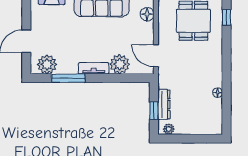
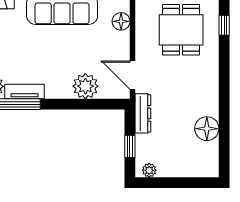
tv unit: (94, 68) -> (25, 91), moved
floor lamp: (218, 93) -> (207, 129), width x1.89, depth x1.89
dresser: (164, 104) -> (143, 113), moved

